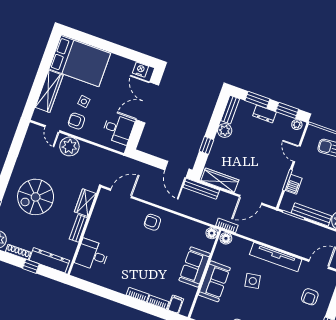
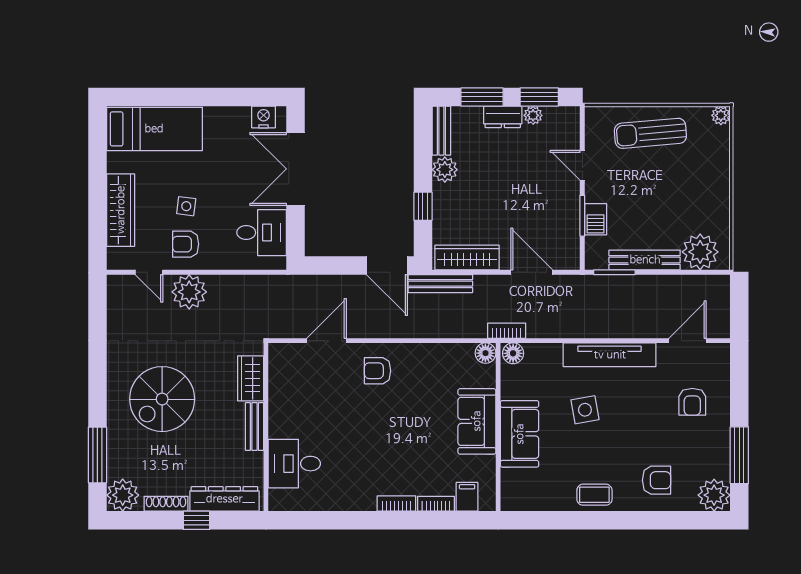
bed: (80, 61) -> (154, 129), width x0.67
plant: (297, 125) -> (533, 115), moved
door: (121, 193) -> (326, 341), moved
door: (251, 200) -> (532, 272), swing flipped

